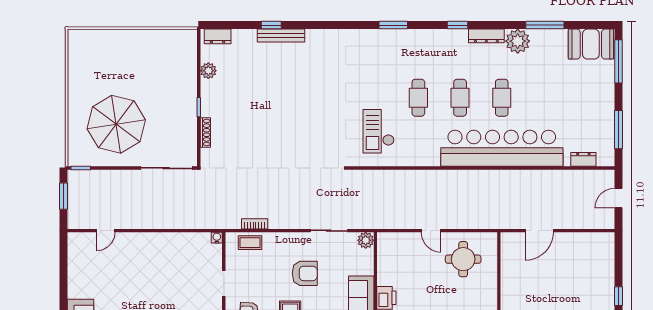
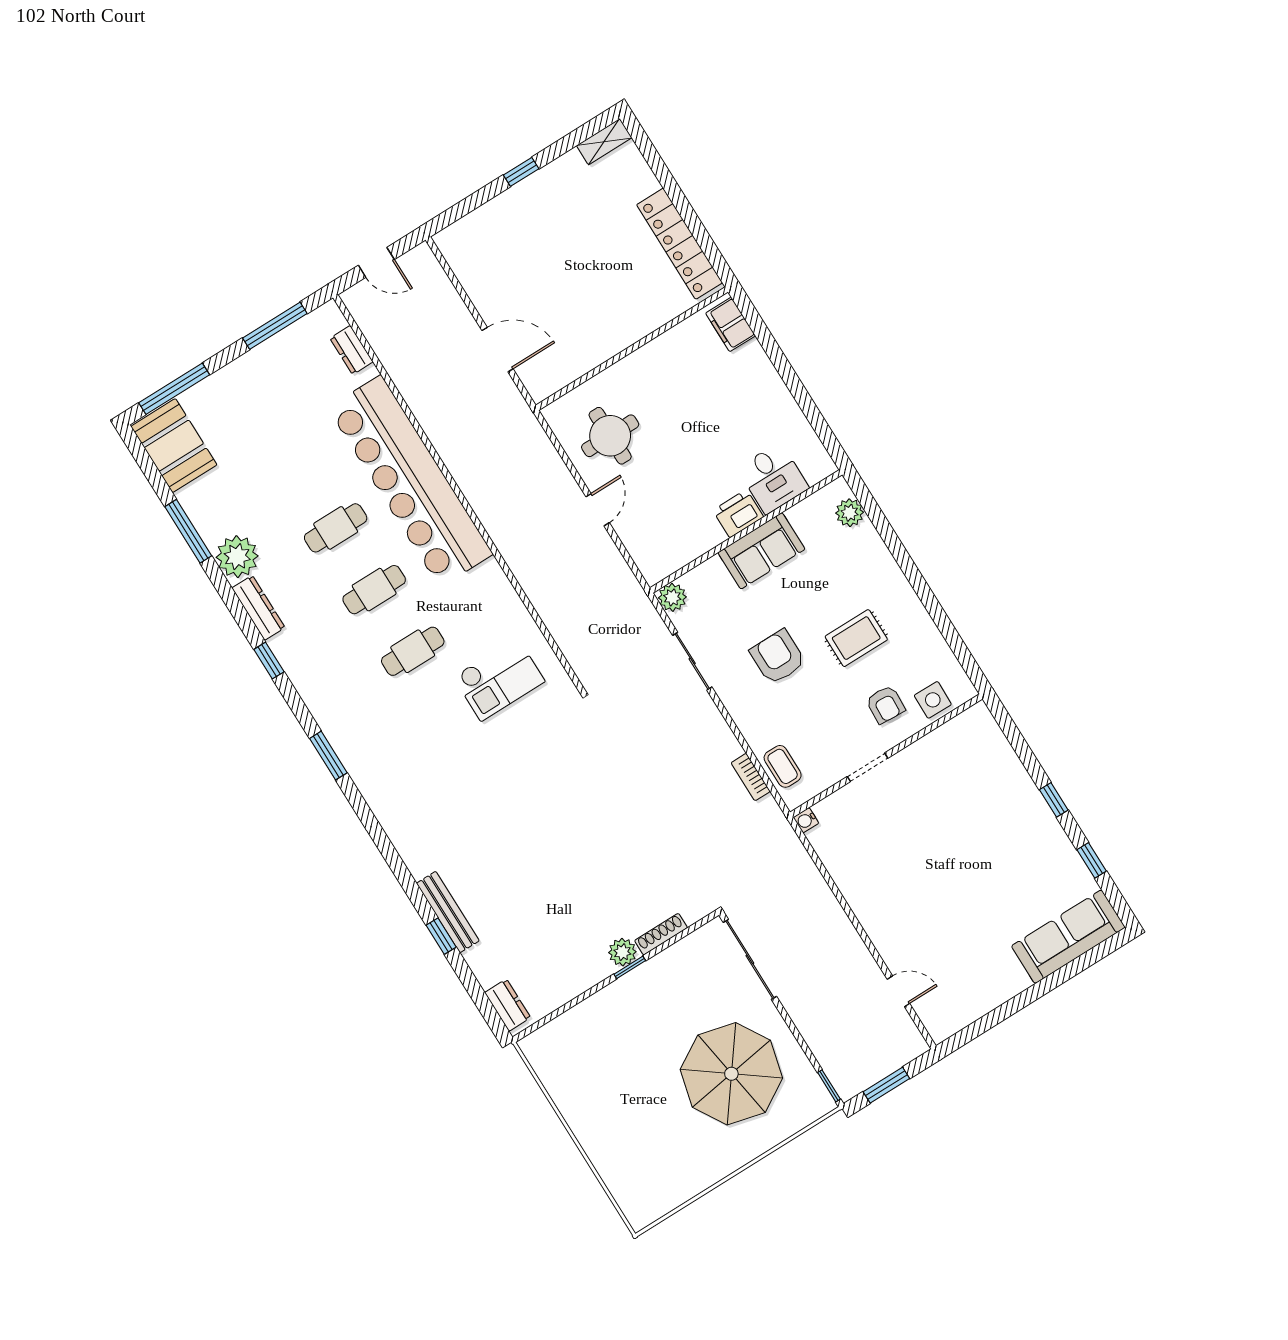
plant: (208, 71) -> (622, 952), moved

